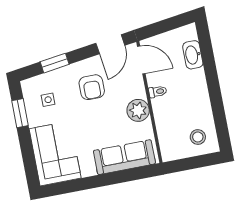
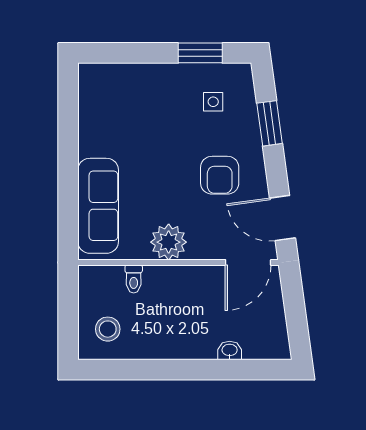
washbasin: (193, 55) -> (230, 350), width x0.52, depth x0.69
armchair: (92, 87) -> (220, 175), turned -90
toilet: (158, 92) -> (134, 279), moved
corner sofa: (55, 153) -> (125, 96), removed

